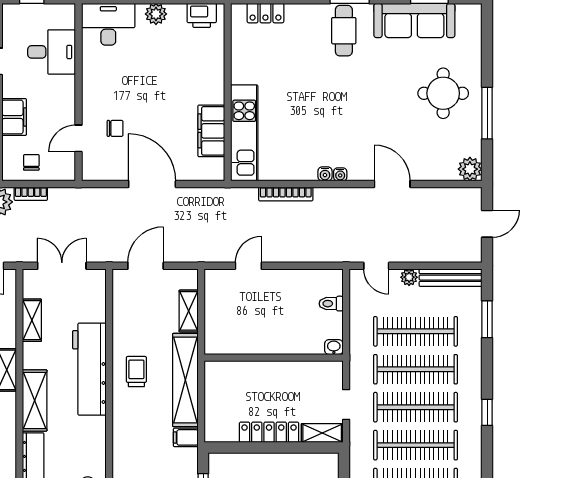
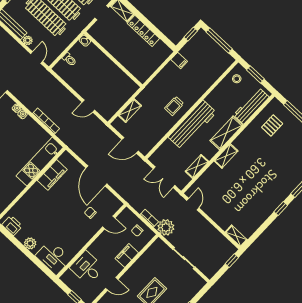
shelving: (185, 380) -> (158, 84), removed

